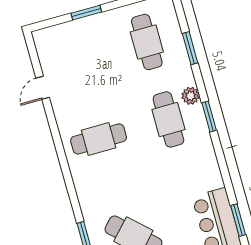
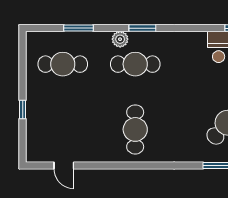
window: (86, 13) -> (23, 109), width x0.67
door: (43, 88) -> (64, 166), moved

